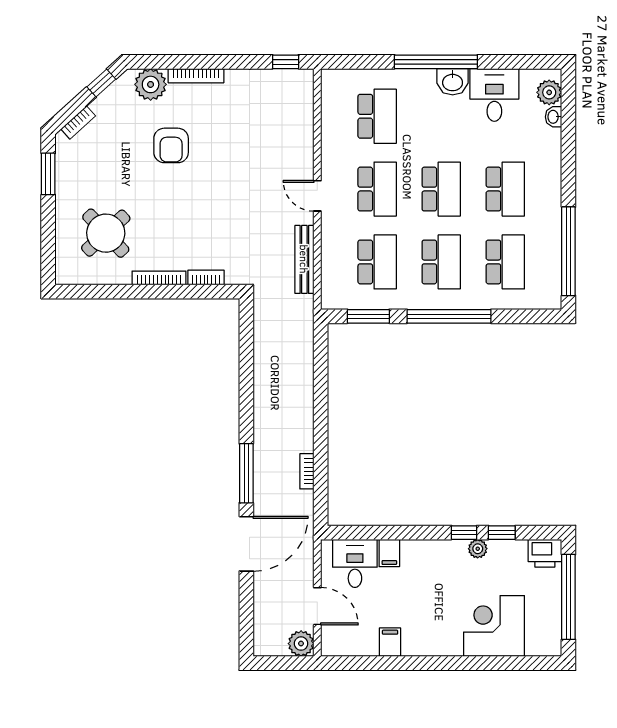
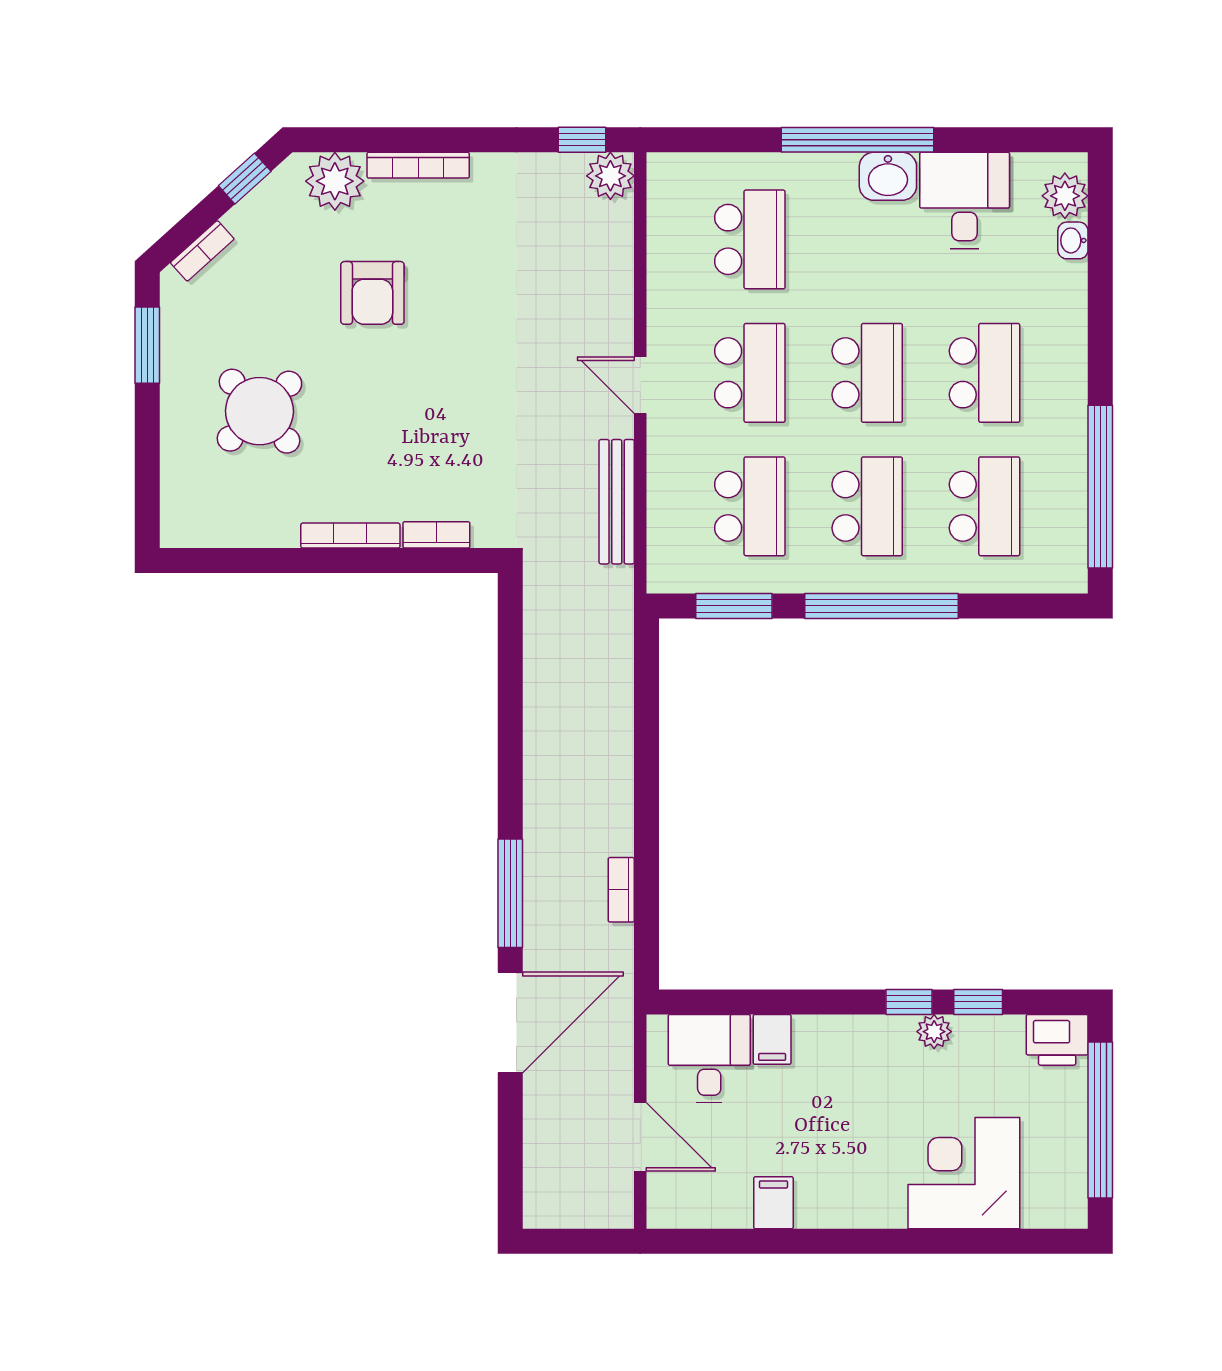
round table: (106, 233) -> (259, 411), moved
plant: (301, 644) -> (610, 176), moved

